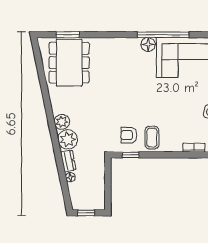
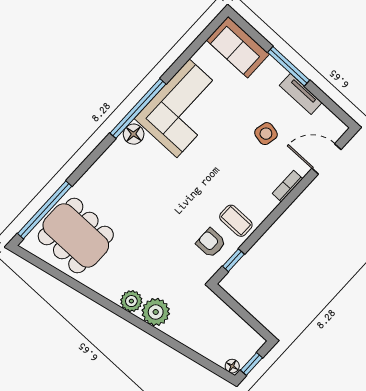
window: (68, 35) -> (45, 210), width x2.11
armchair: (129, 135) -> (211, 243), turned 90
dresser: (68, 161) -> (179, 333), removed
floor lamp: (70, 177) -> (232, 366), moved

